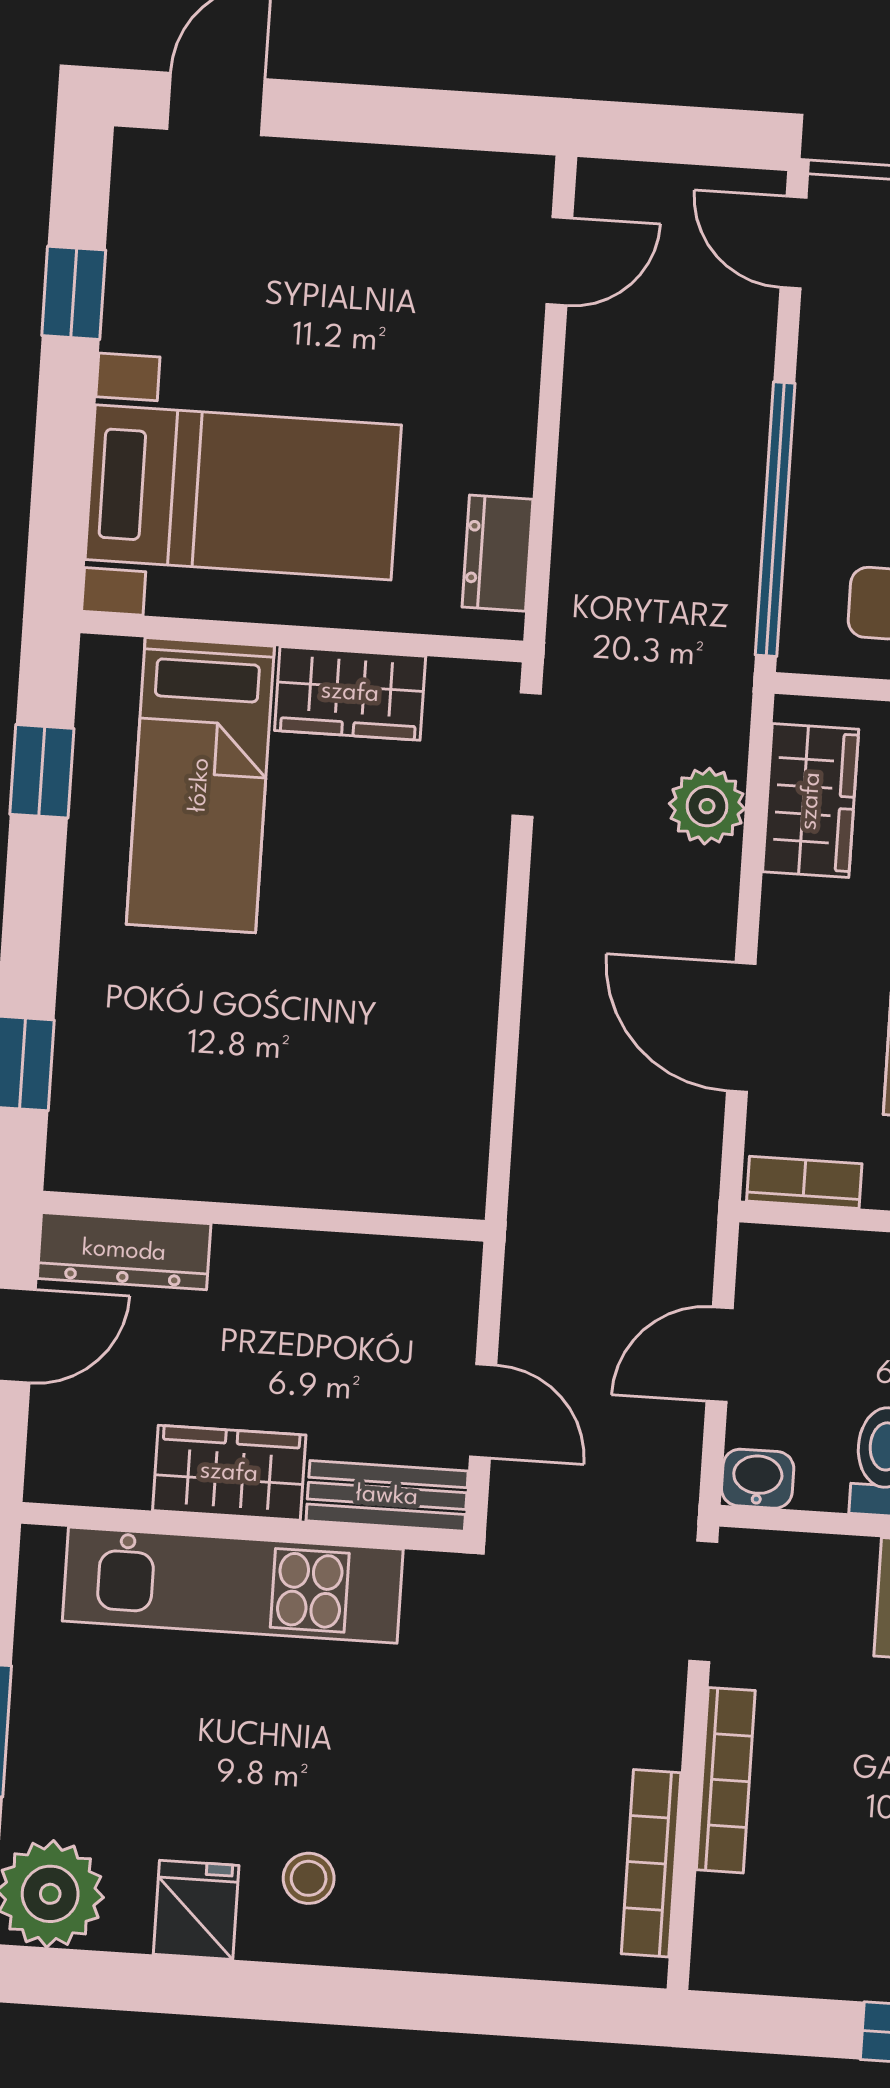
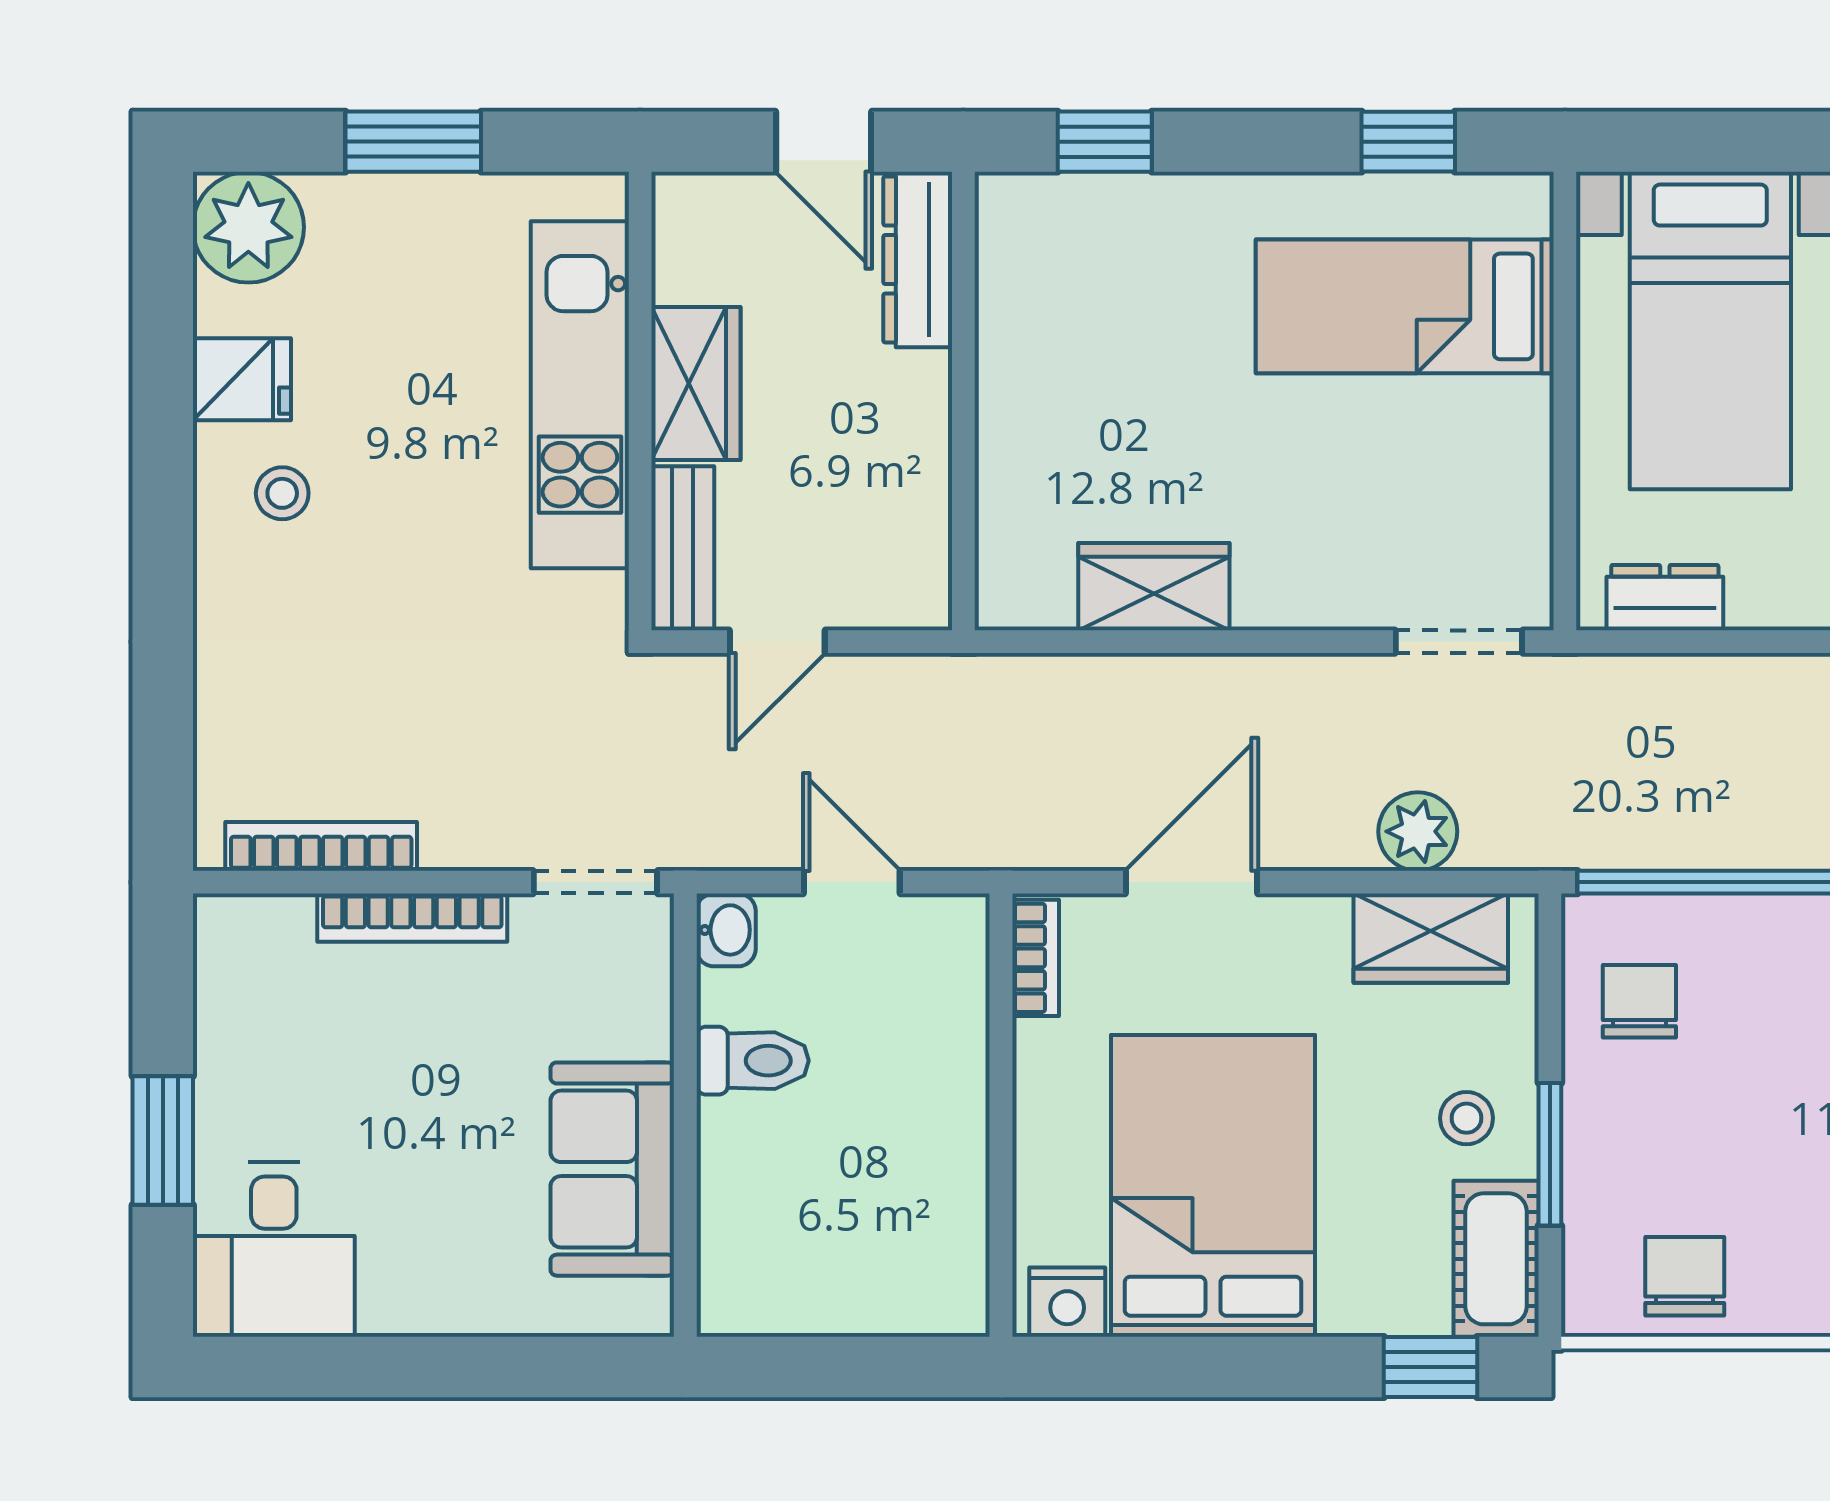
wardrobe: (350, 693) -> (1154, 587), moved, turned 90

